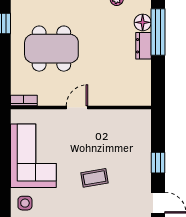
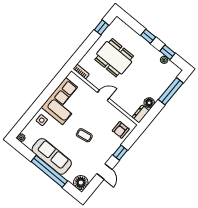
floor lamp: (143, 22) -> (149, 103), moved
dresser: (144, 46) -> (141, 114), moved
armchair: (135, 133) -> (121, 130), added

